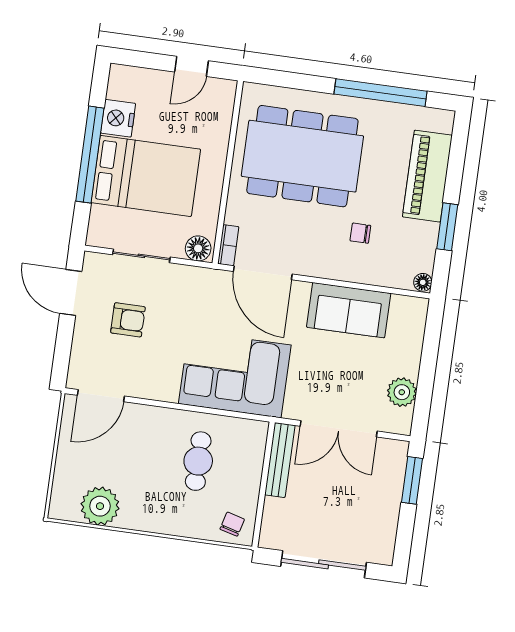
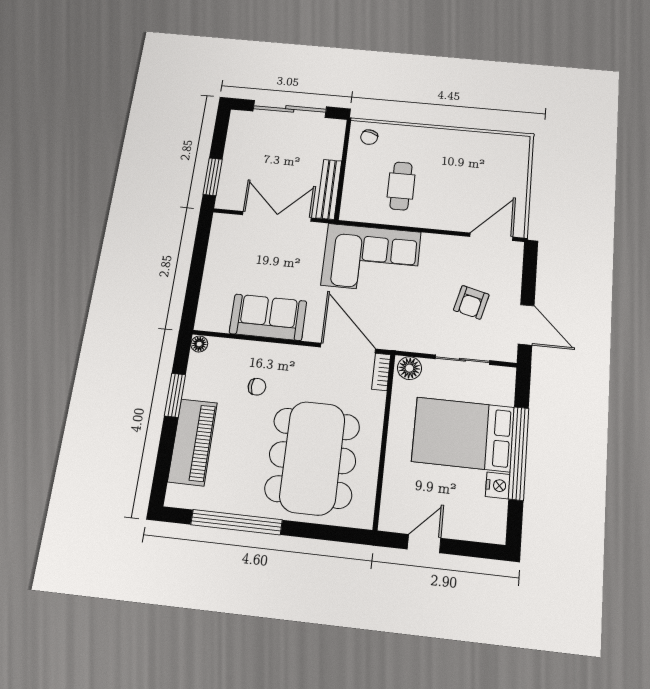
nightstand: (118, 118) -> (498, 485), width x0.74, depth x0.75
dining table: (302, 156) -> (312, 458), turned 90
armchair: (128, 320) -> (471, 302), turned -76
plant: (402, 392) -> (220, 248), removed
plant: (100, 506) -> (485, 147), removed

